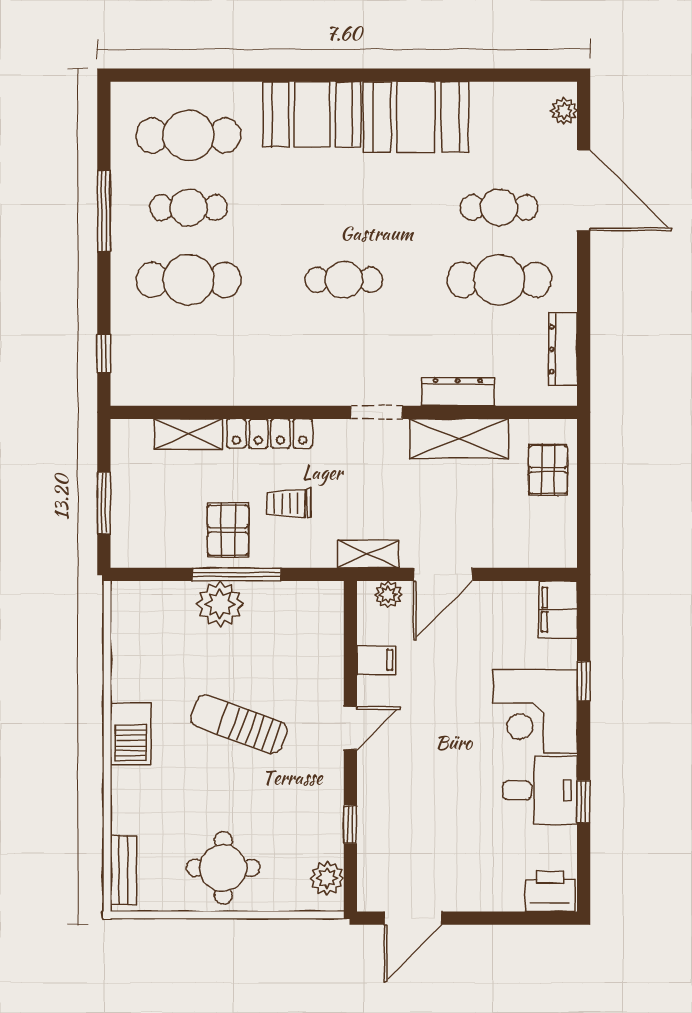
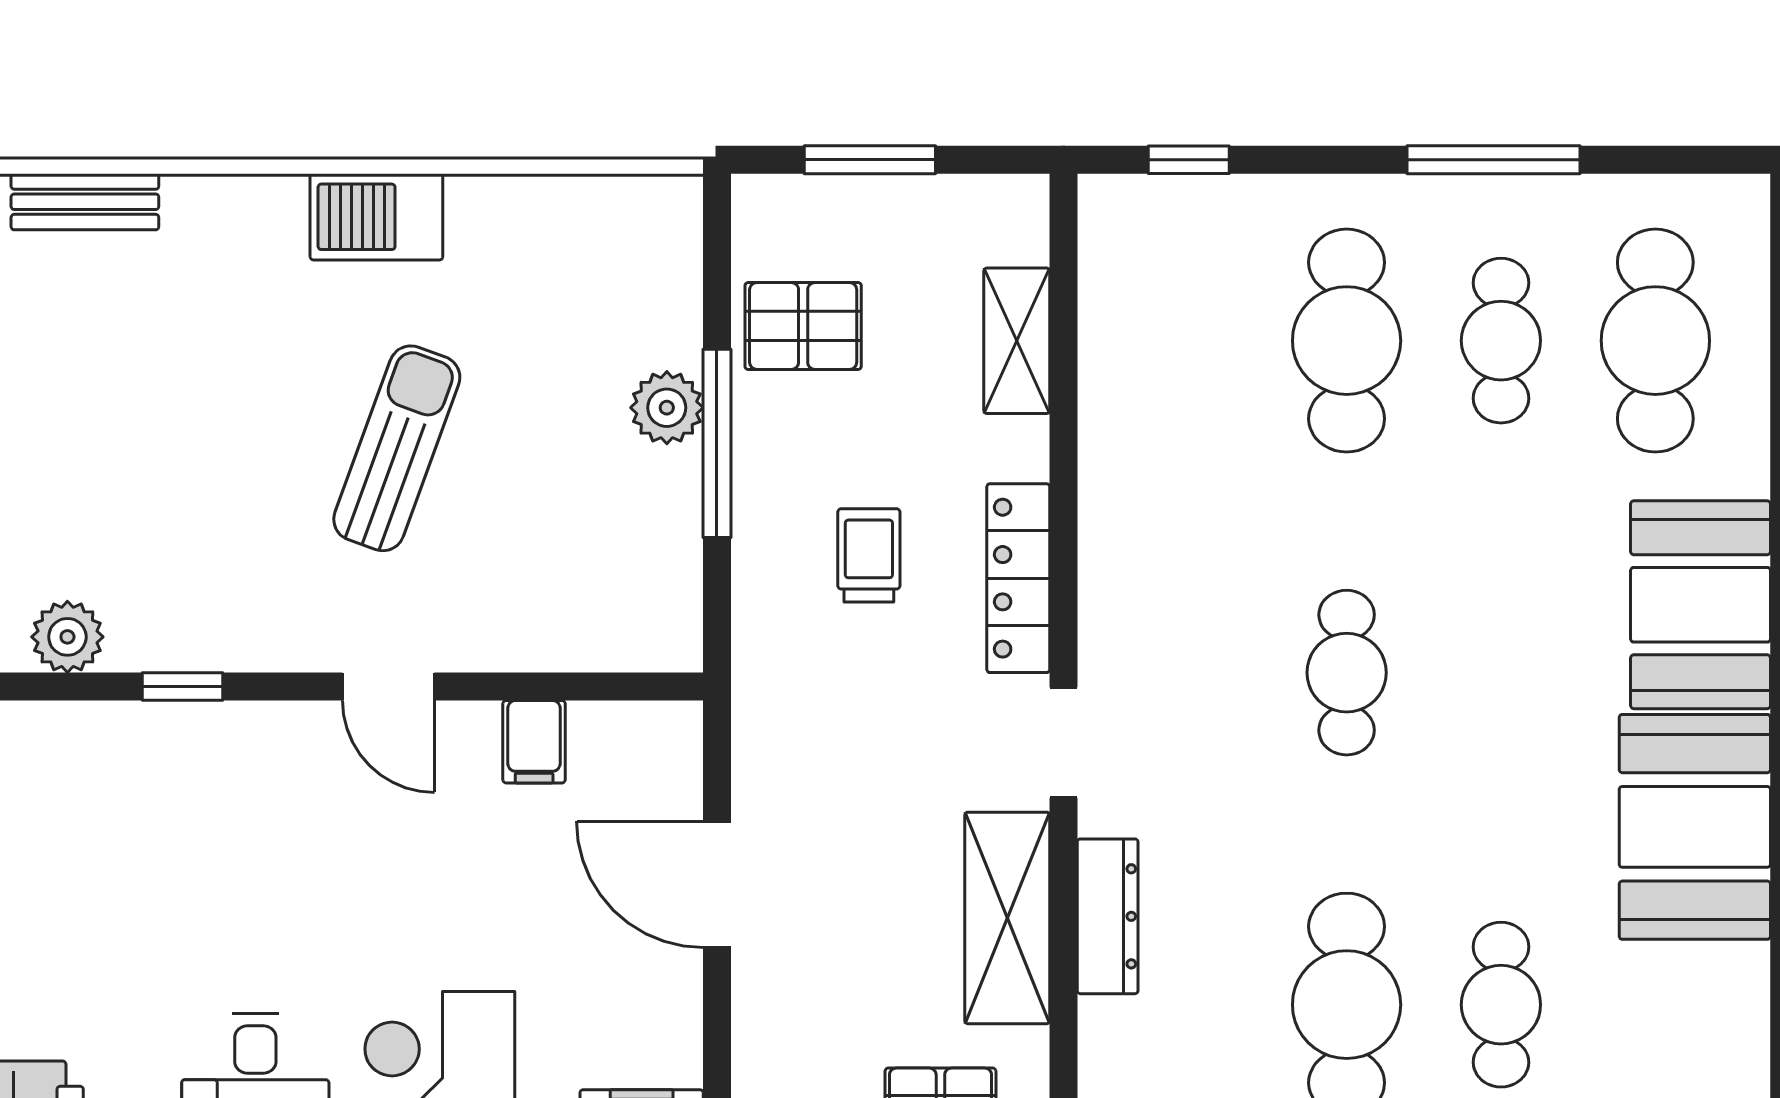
locker: (269, 433) -> (1018, 578), moved
pallet: (228, 530) -> (803, 326), moved
shelving: (368, 554) -> (760, 724), removed
plant: (388, 594) -> (674, 767), removed
plant: (220, 604) -> (667, 408), width x0.73, depth x0.73
round table: (223, 868) -> (90, 415), removed

